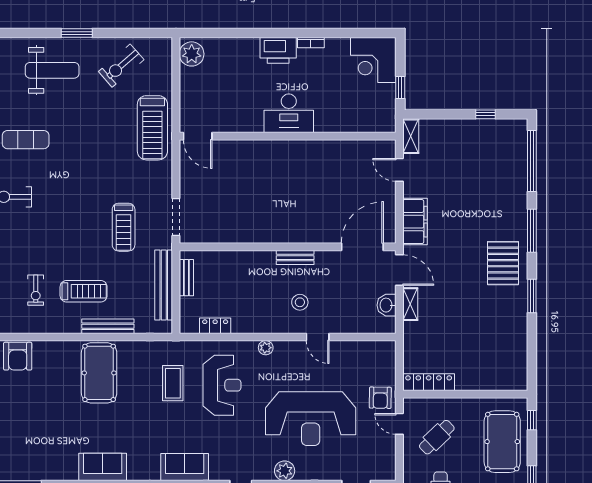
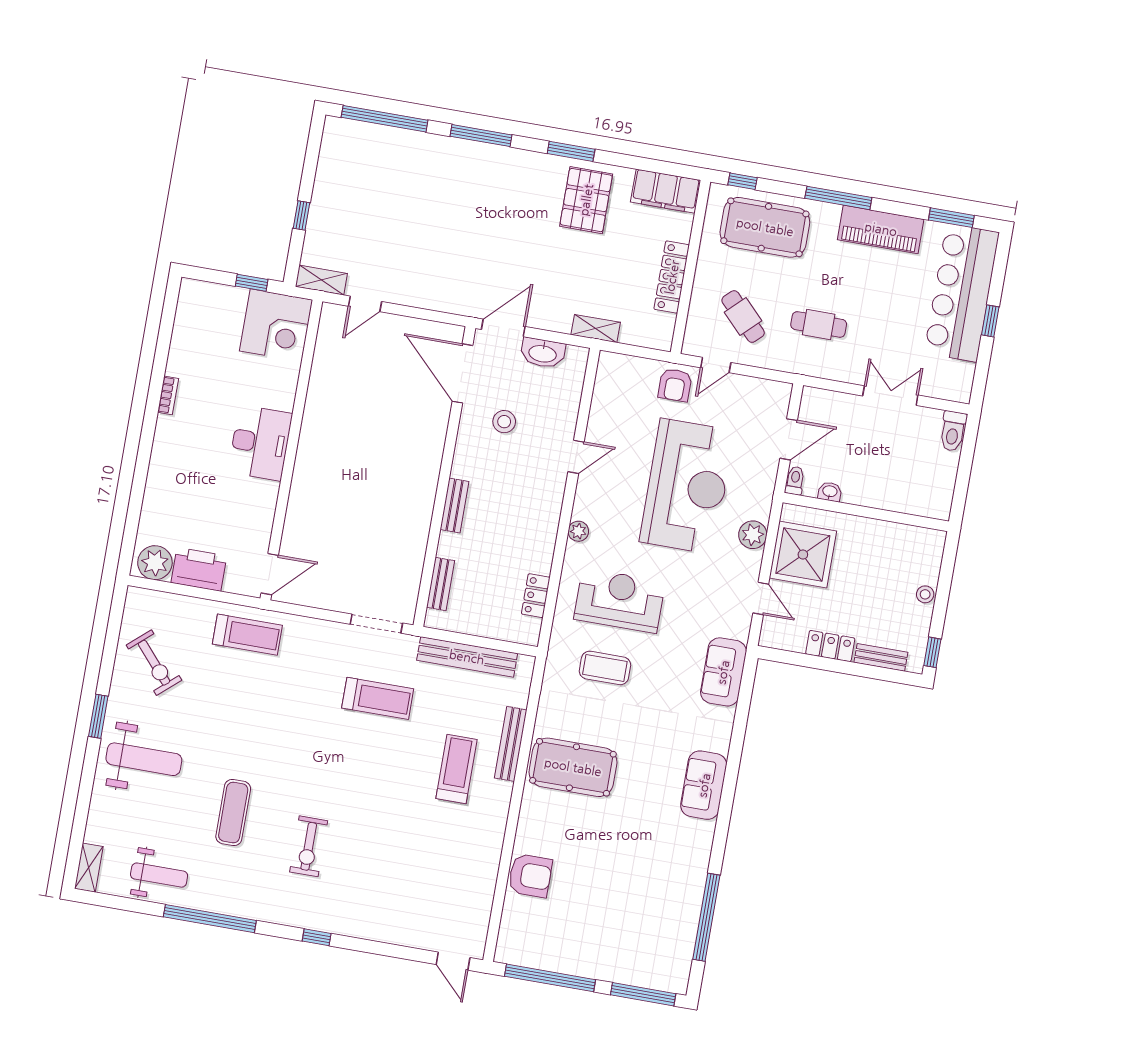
printer: (278, 50) -> (199, 569), moved, turned -90
corner desk: (373, 60) -> (276, 325), moved
weight bench: (52, 70) -> (144, 759), turned 90
window: (485, 114) -> (302, 215), moved
treadmill: (152, 128) -> (247, 635), width x0.73, depth x0.73
filing cabinet: (415, 222) -> (666, 191), moved, turned 180
bench: (295, 258) -> (455, 506), moved
pallet: (503, 263) -> (586, 200), moved, turned 90
bench: (186, 278) -> (441, 584), moved, turned 90
exercise bike: (36, 290) -> (444, 835), removed
stool: (300, 302) -> (504, 422), moved
shelving: (410, 304) -> (596, 329), moved
washbasin: (387, 305) -> (543, 353), width x1.38
locker: (429, 382) -> (672, 277), moved
armchair: (380, 398) -> (675, 385), turned 89

